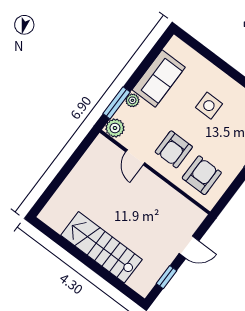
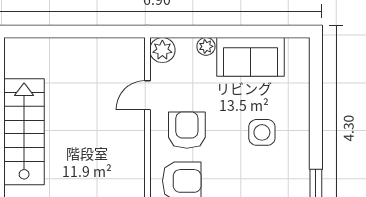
window: (117, 103) -> (191, 32), removed
armchair: (174, 149) -> (187, 130), turned 90

